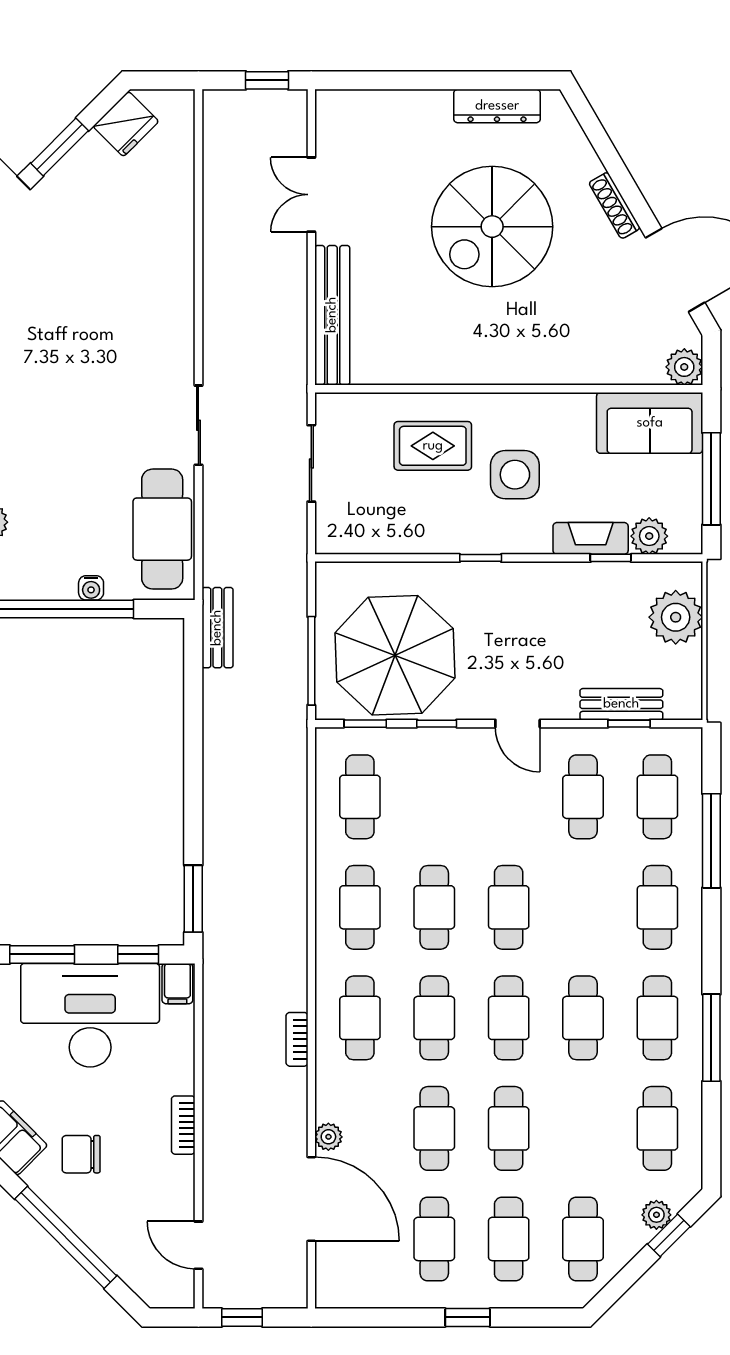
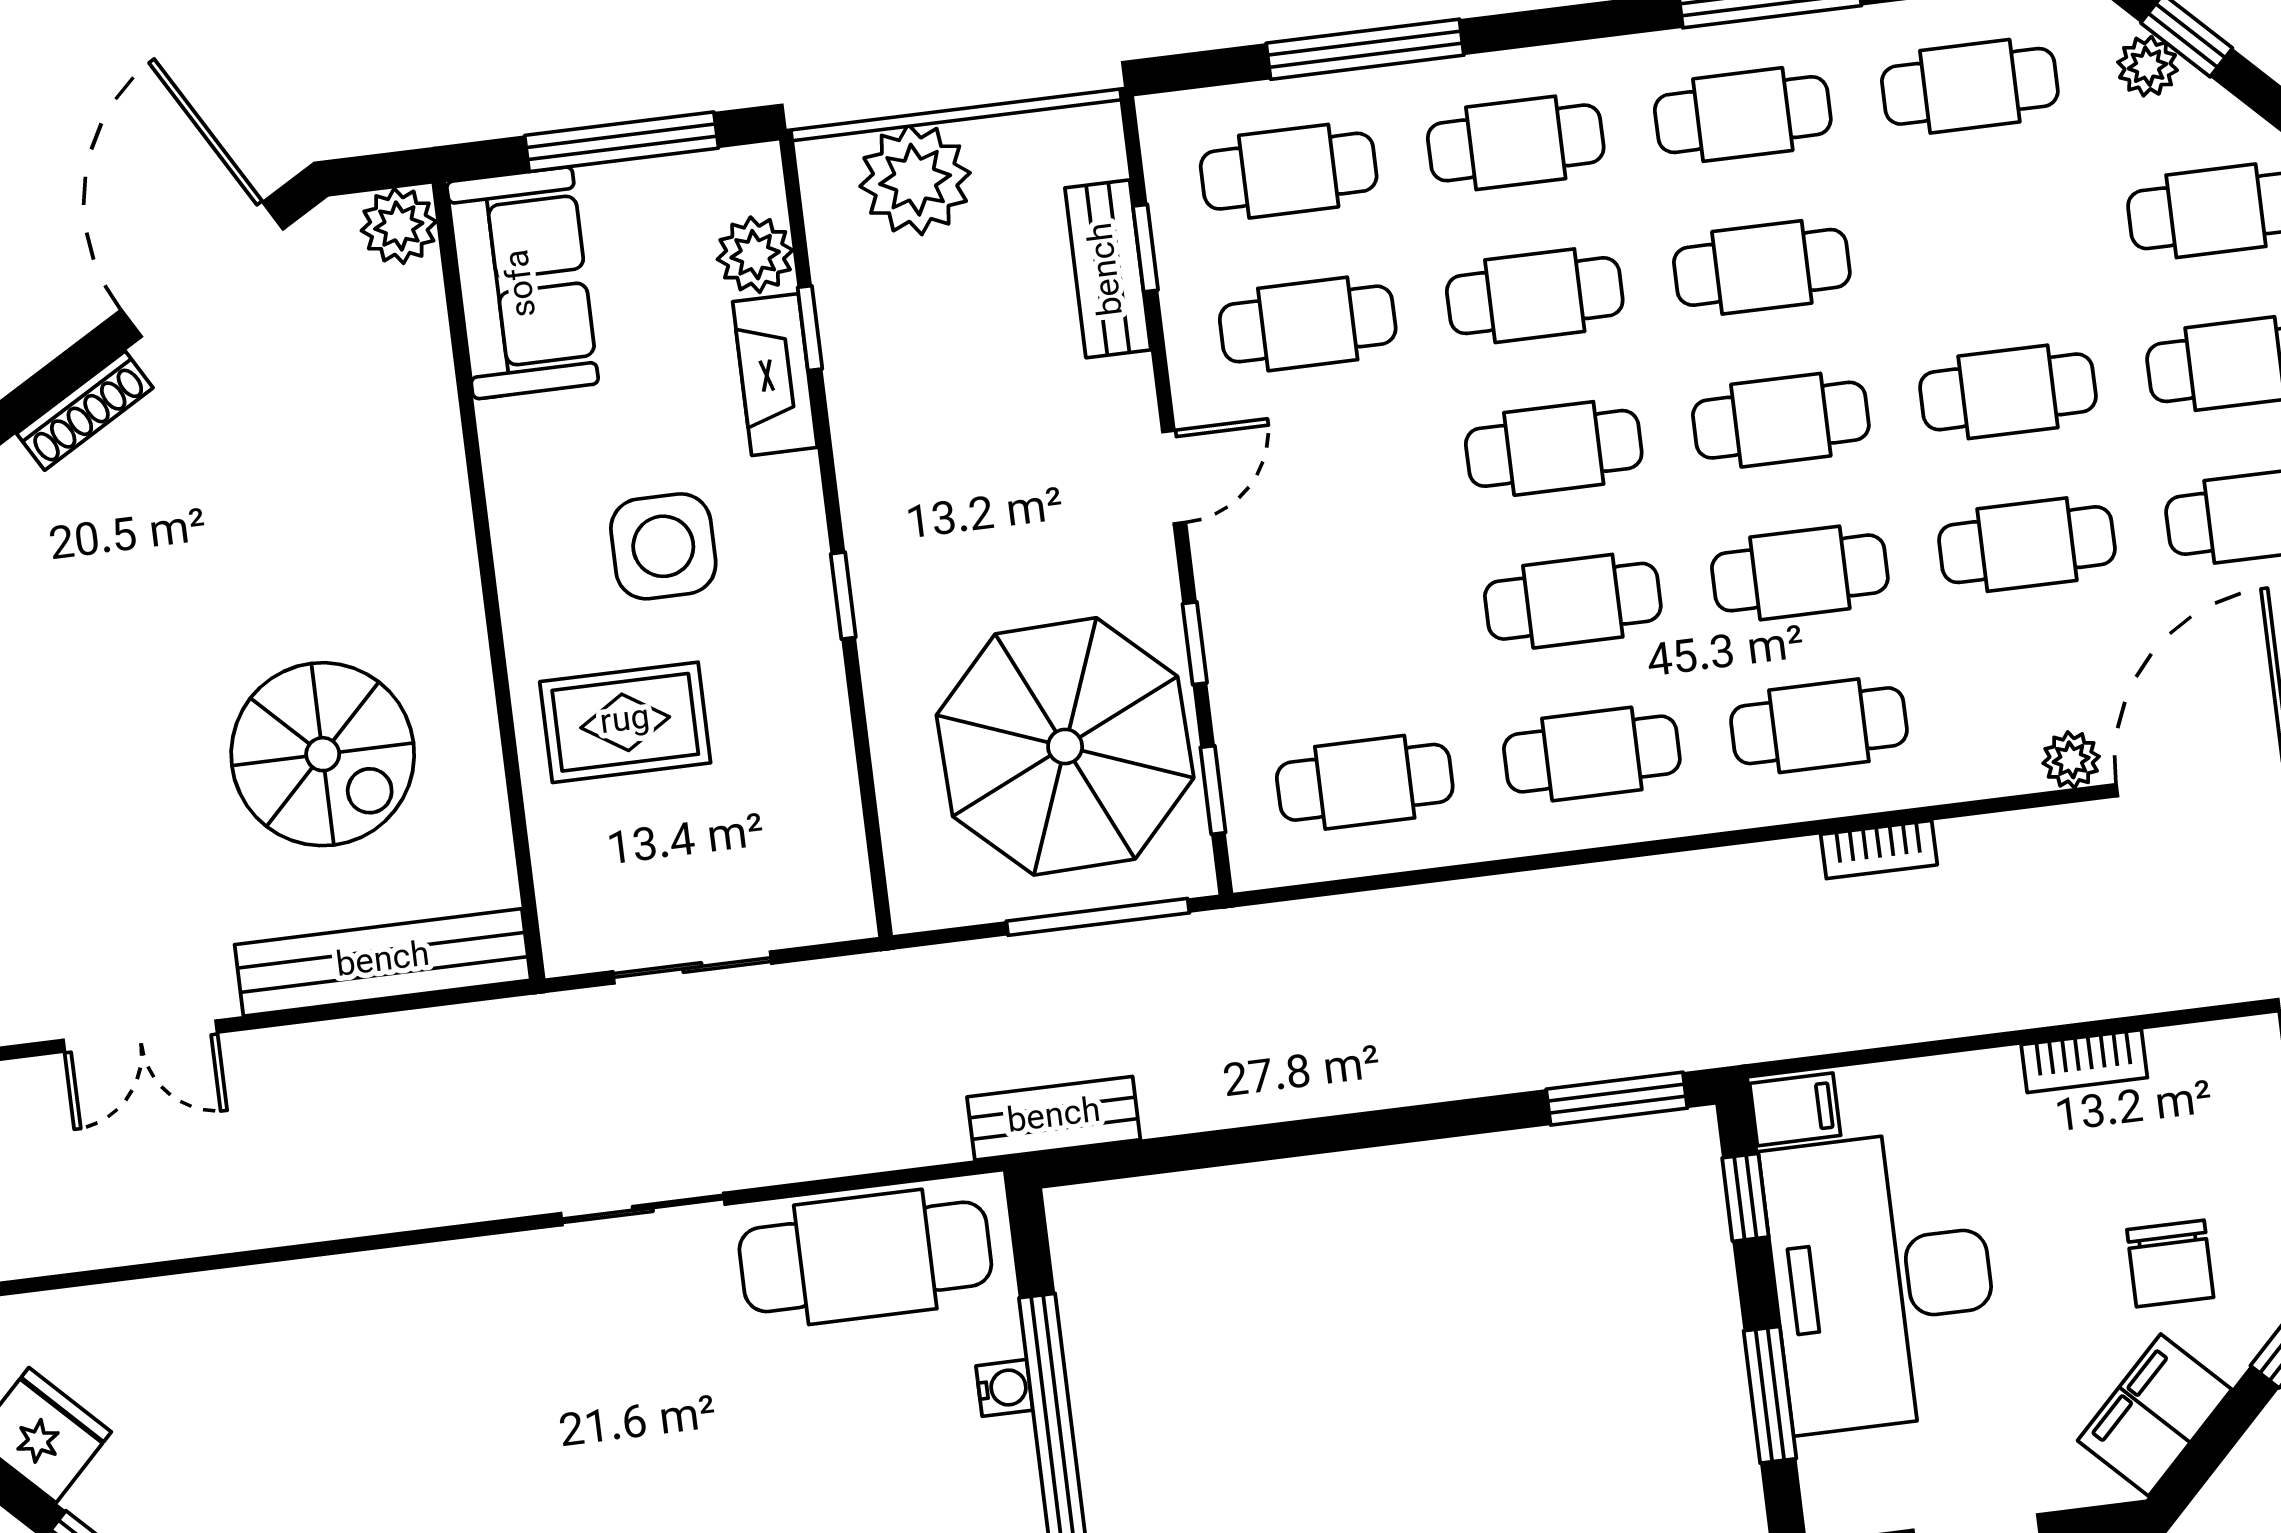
spiral stairs: (492, 227) -> (323, 754), moved, width x0.73, depth x0.73
rug: (433, 446) -> (625, 722), turned 90
cafe table: (583, 907) -> (1535, 296), added

